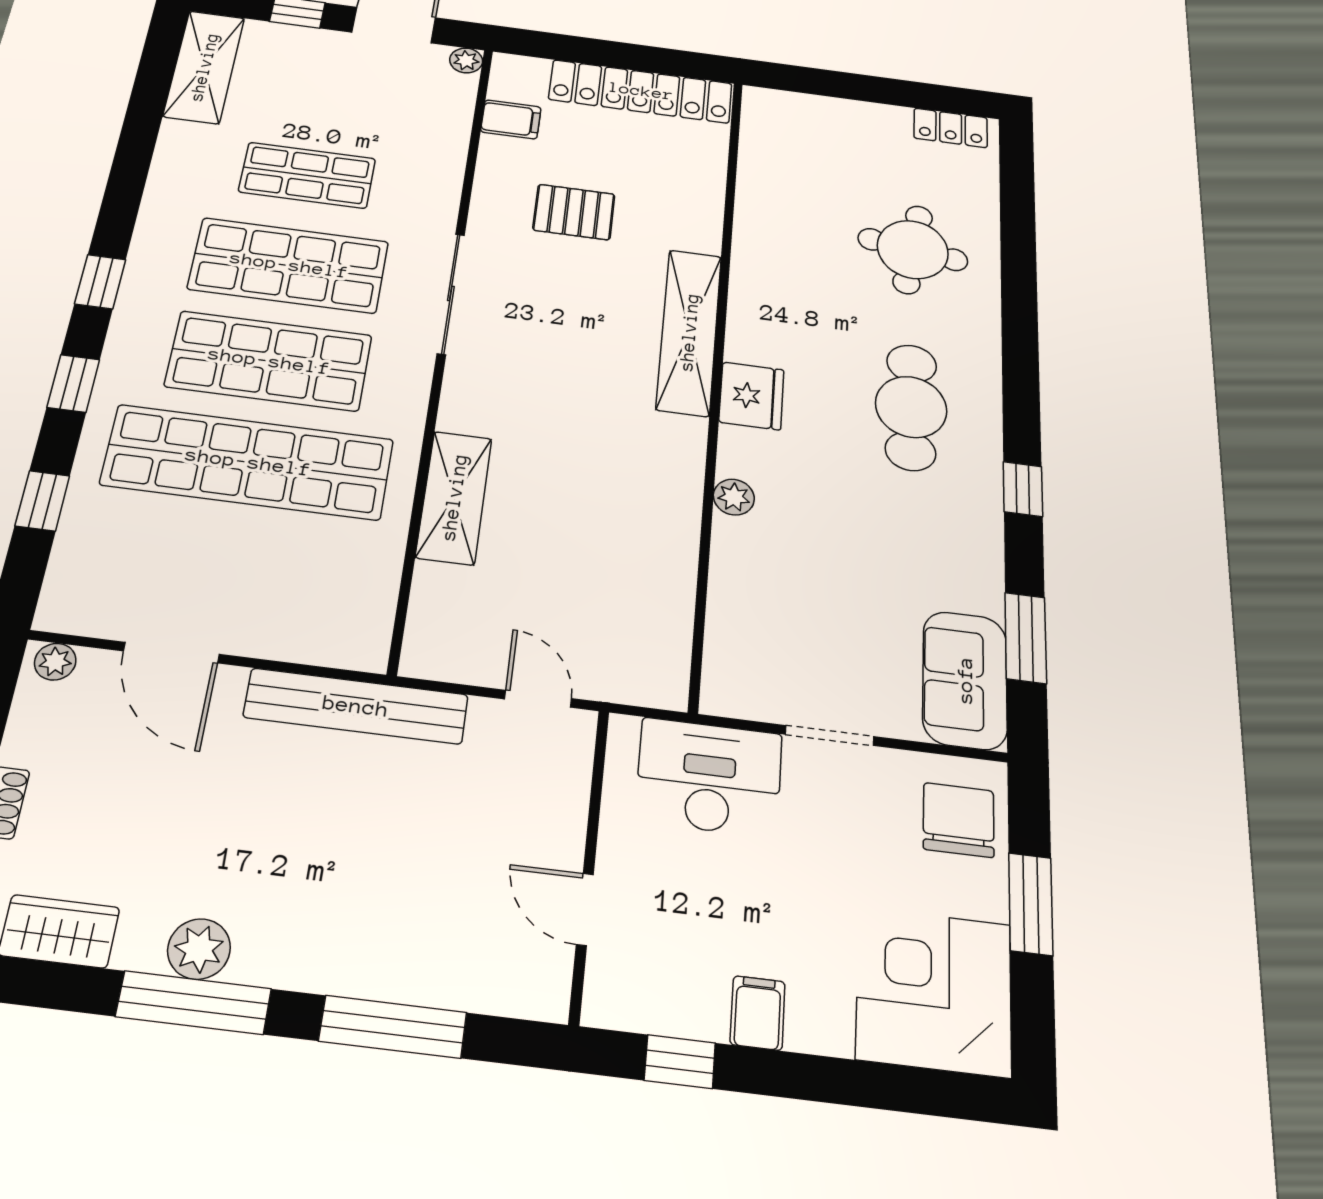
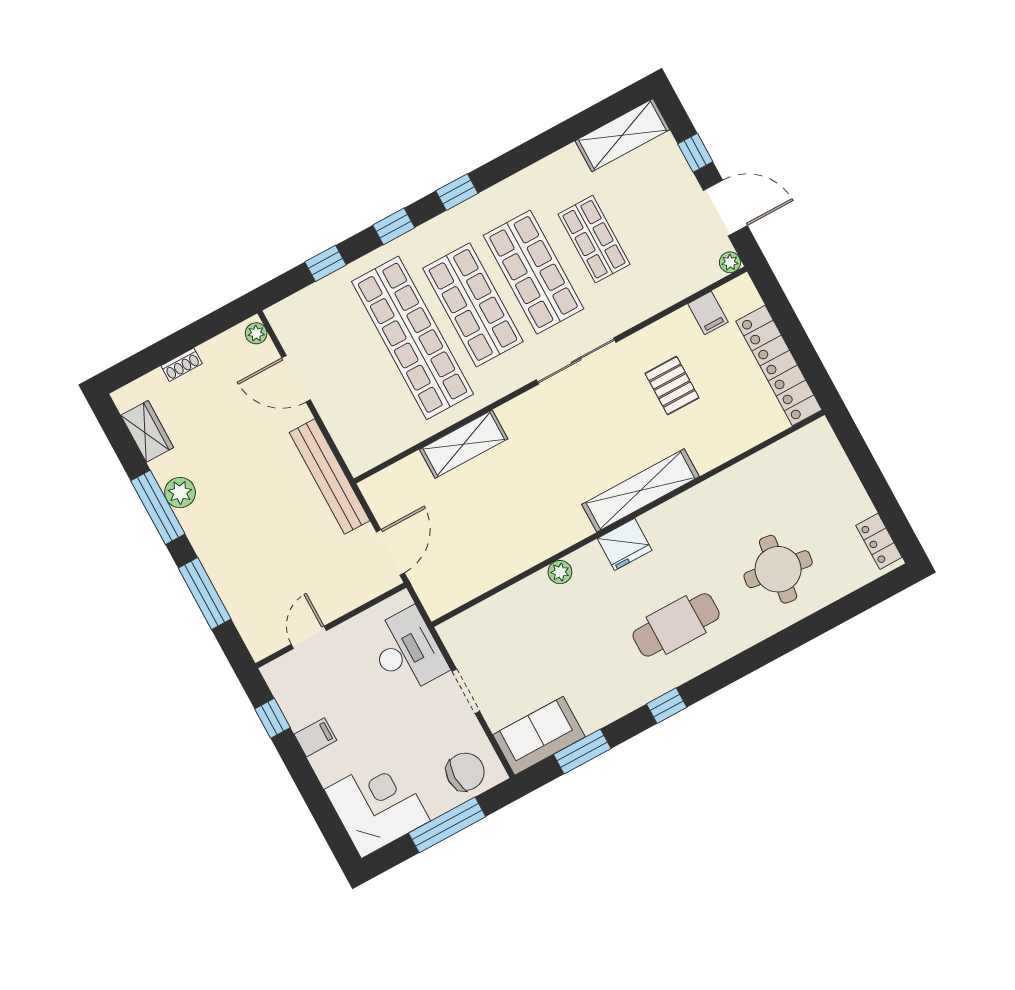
door: (171, 653) -> (296, 379), hinge flipped
door: (538, 699) -> (390, 552), width x1.38
window: (1031, 904) -> (447, 825), width x1.44

